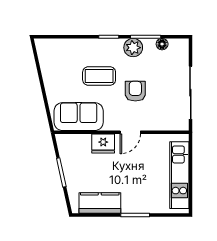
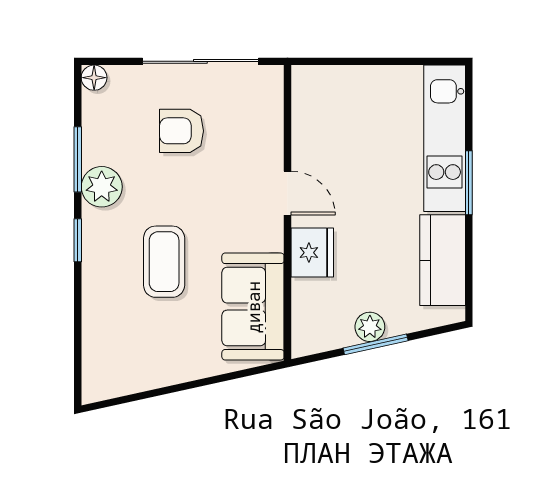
floor lamp: (162, 44) -> (94, 78), moved
armchair: (135, 91) -> (182, 131), moved
plant: (69, 170) -> (370, 327), added
kitchen unit: (179, 175) -> (445, 138), moved, turned 90

